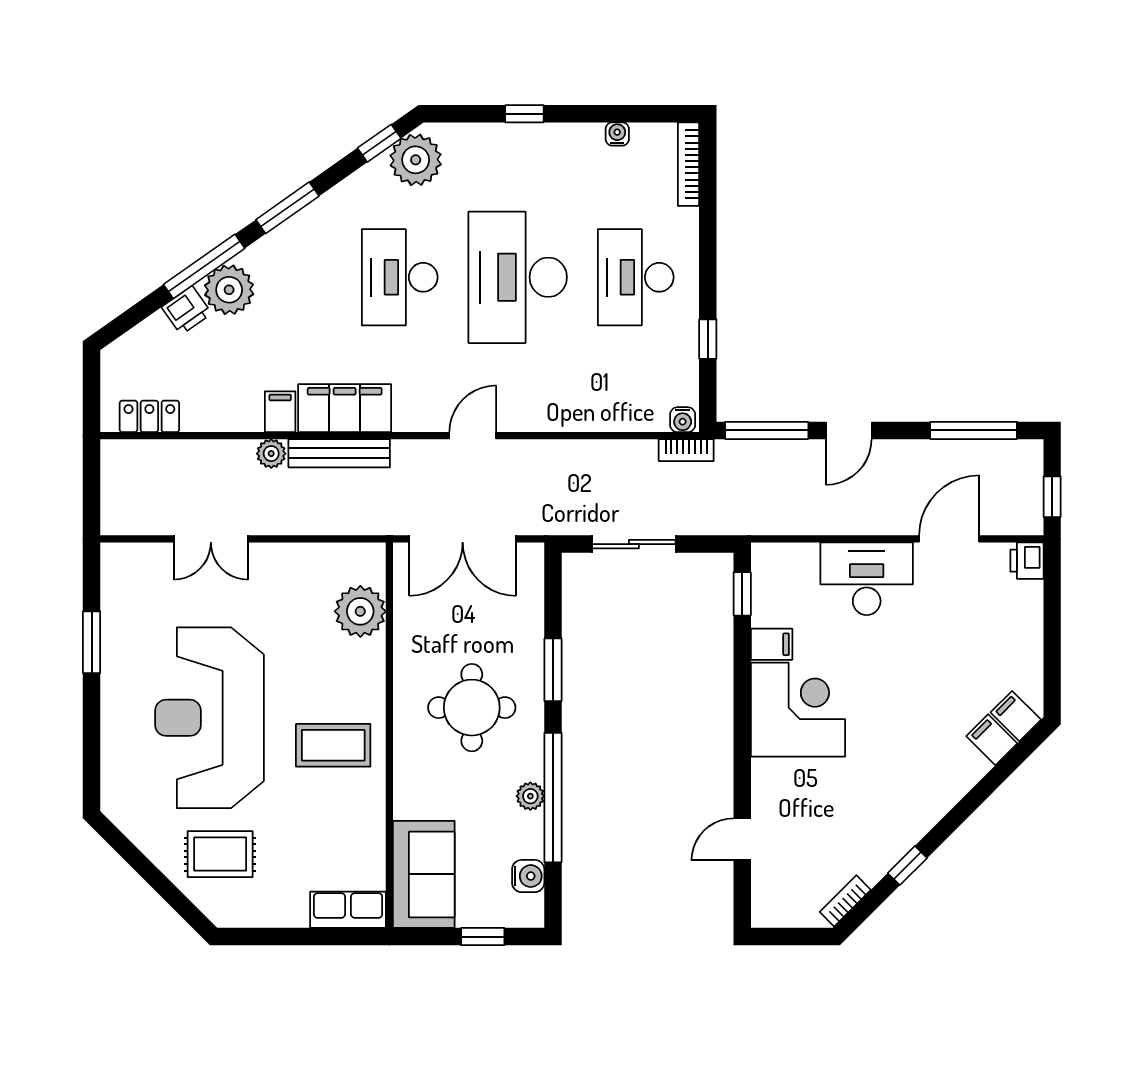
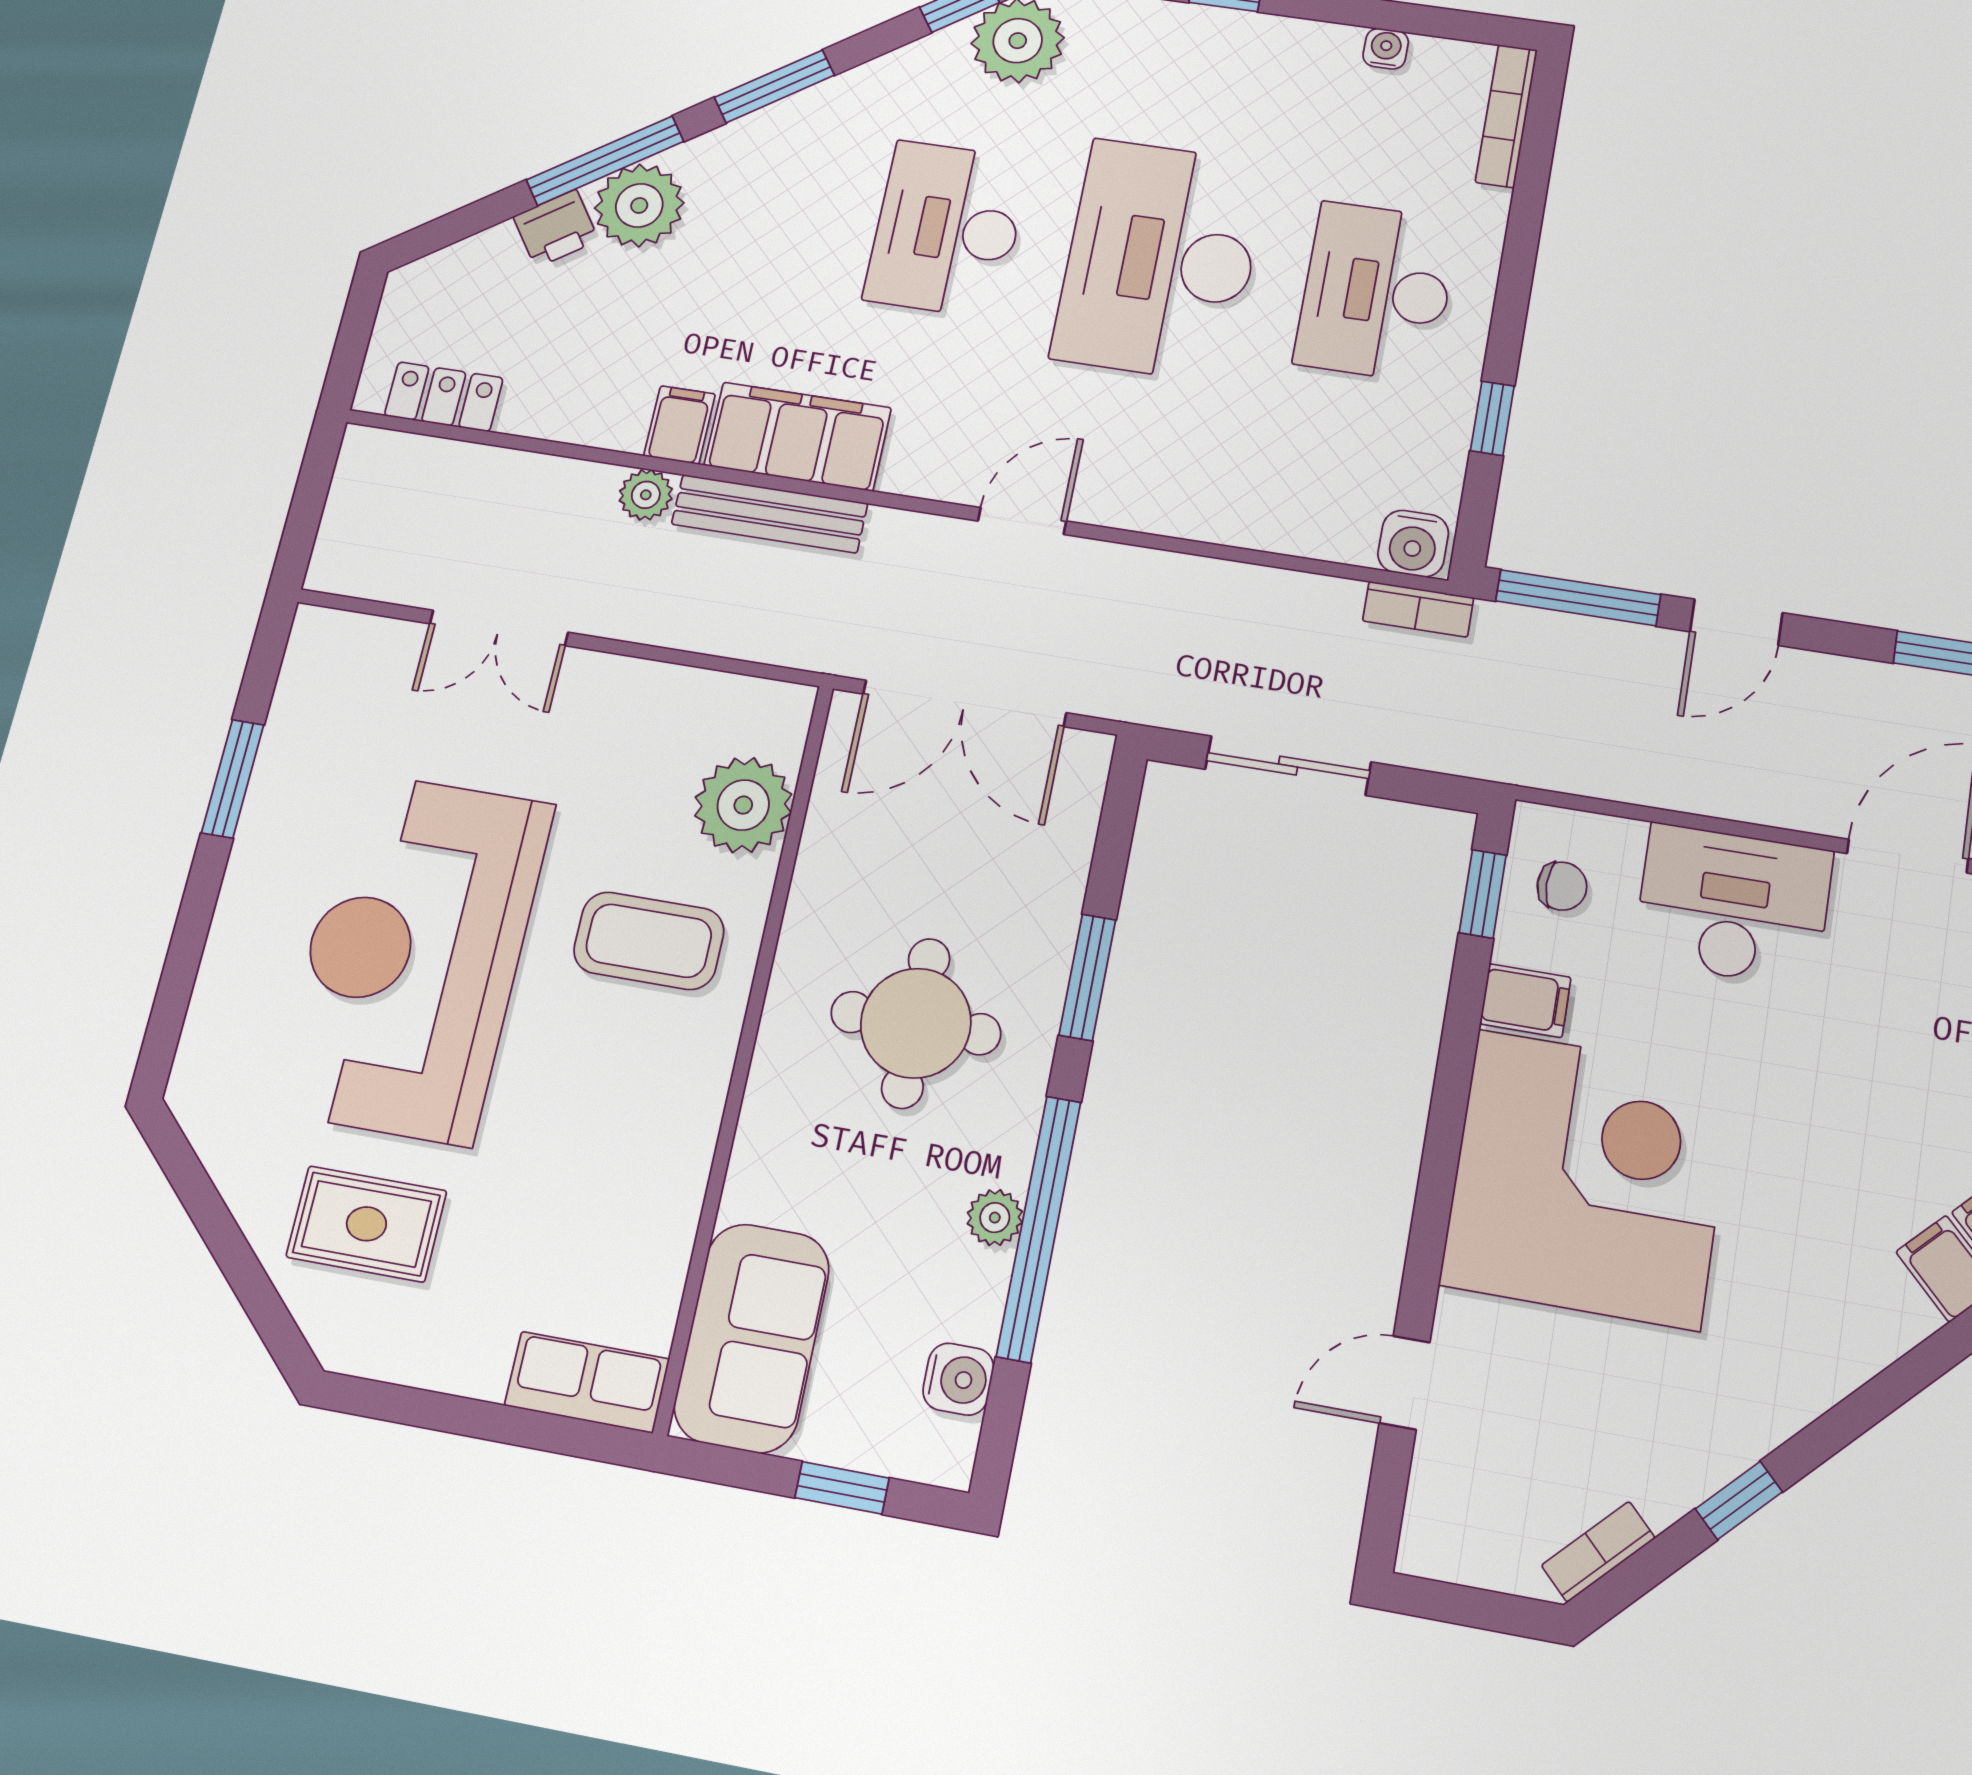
water cooler: (683, 420) -> (1413, 544), width x1.38, depth x1.38
chair: (781, 583) -> (1562, 886), added
corner desk: (798, 710) -> (1588, 1178), width x1.36, depth x1.36
coffee table: (333, 745) -> (649, 941), moved

